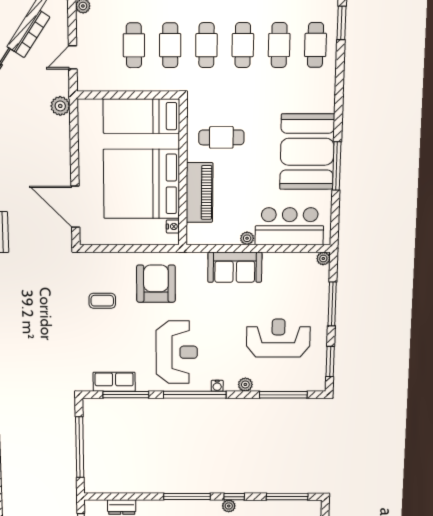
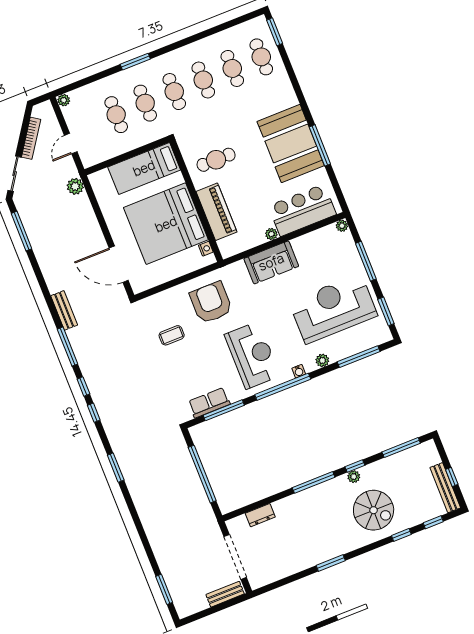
reception desk: (278, 338) -> (333, 309), width x1.36, depth x1.30

